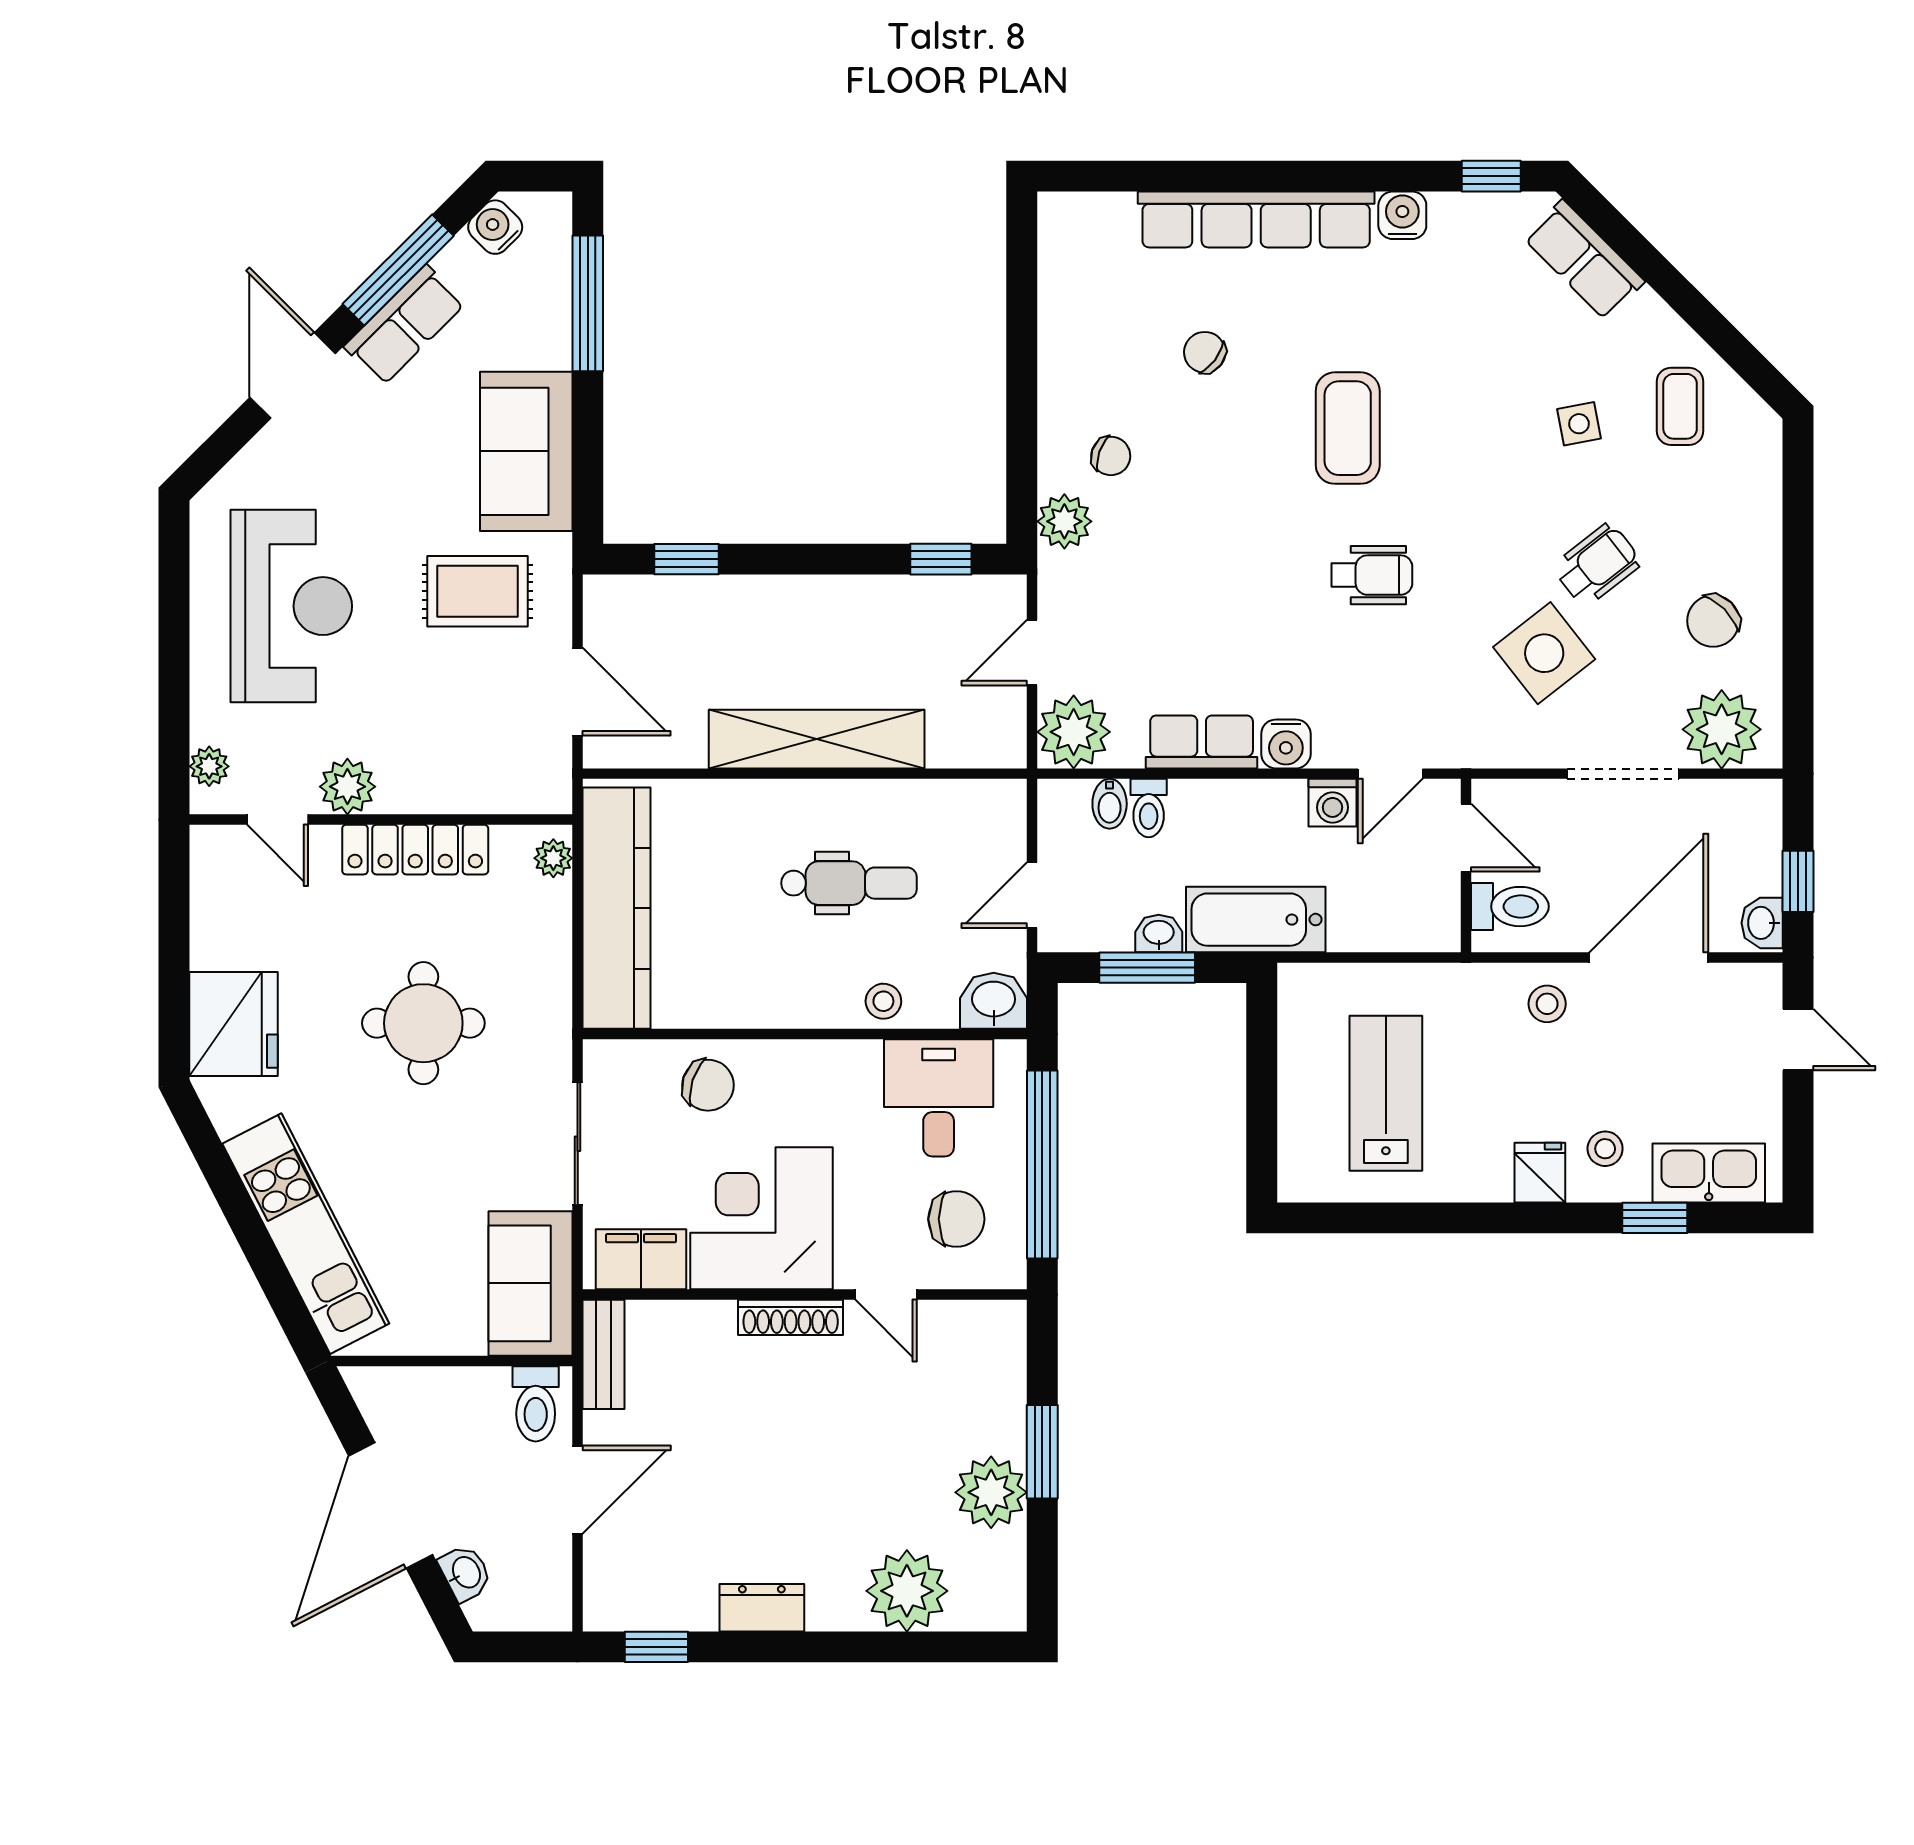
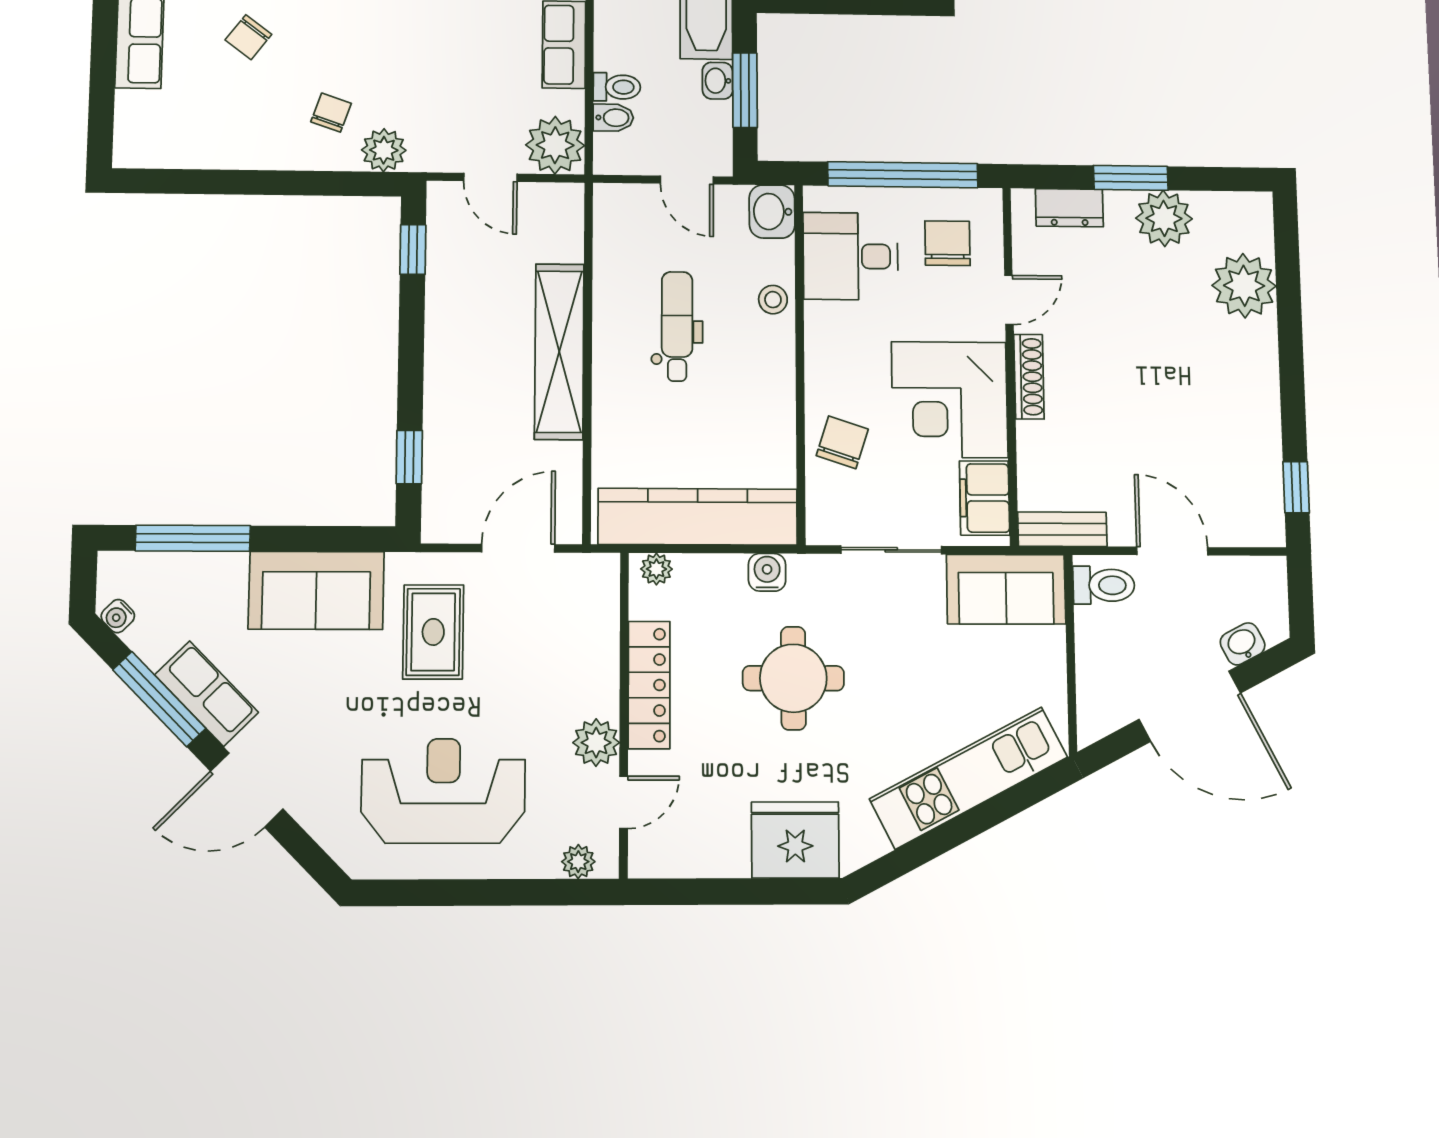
water cooler: (495, 227) -> (118, 616), width x0.72, depth x0.72
water cooler: (550, 992) -> (767, 572), added
dresser: (762, 1608) -> (1069, 208), moved, turned -90

